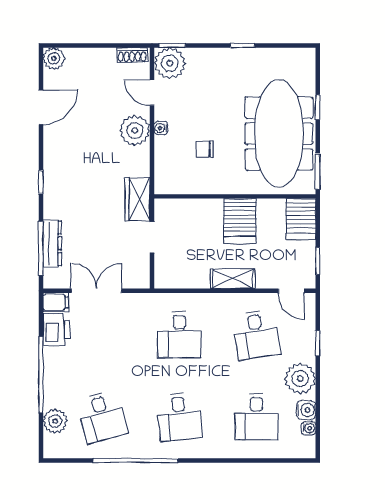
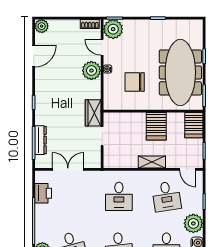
chair: (205, 149) -> (135, 82), width x1.87, depth x1.87
filing cabinet: (56, 302) -> (43, 177), removed

